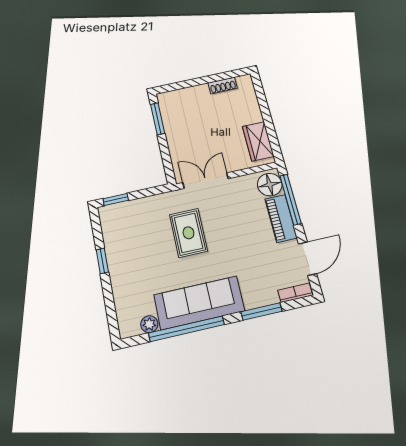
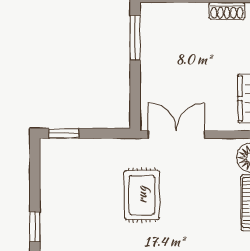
window: (102, 261) -> (35, 227), moved

